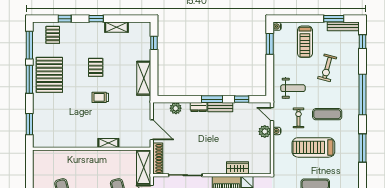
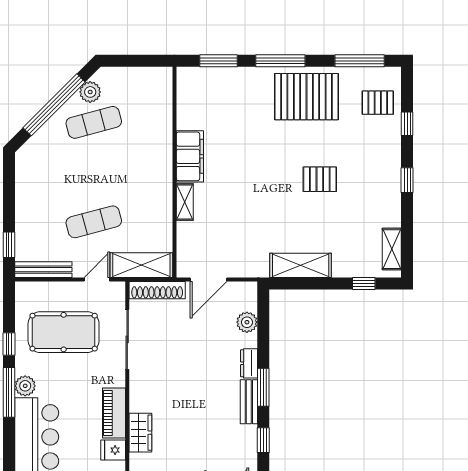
shelving: (116, 27) -> (392, 249), moved
window: (29, 79) -> (280, 61), moved
trolley: (100, 97) -> (266, 187), removed
filing cabinet: (83, 140) -> (190, 156), added

